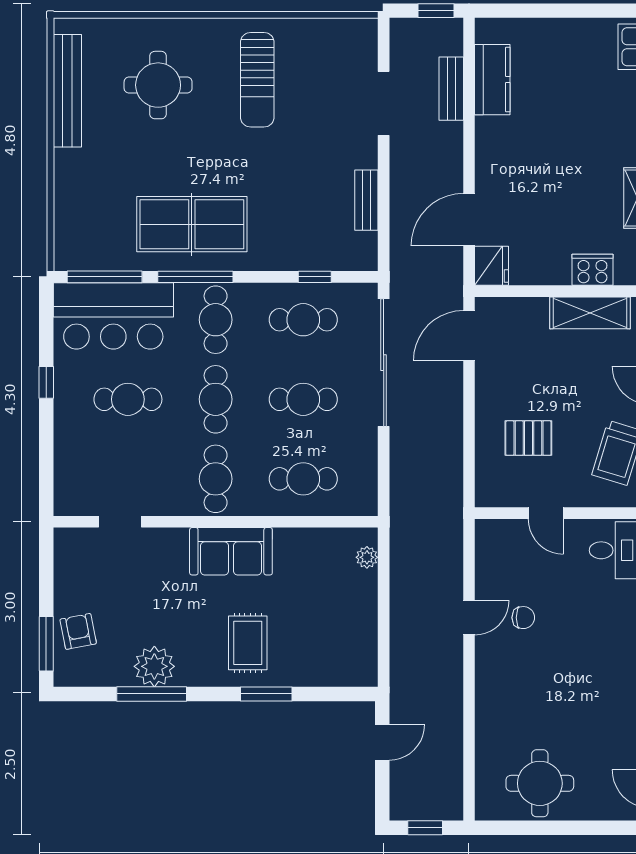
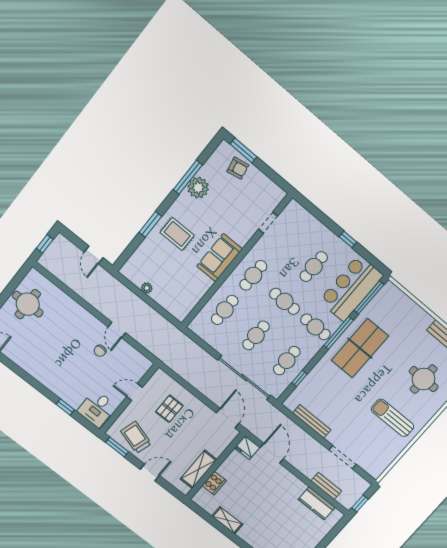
bench: (366, 200) -> (312, 421), width x1.36
cafe table: (216, 479) -> (253, 275), turned 90
plant: (367, 557) -> (147, 288), moved

